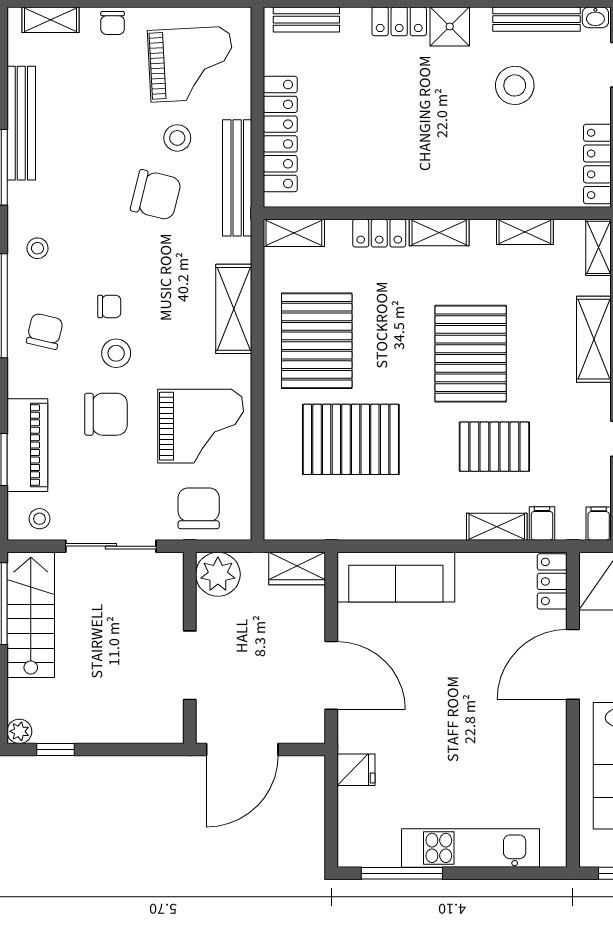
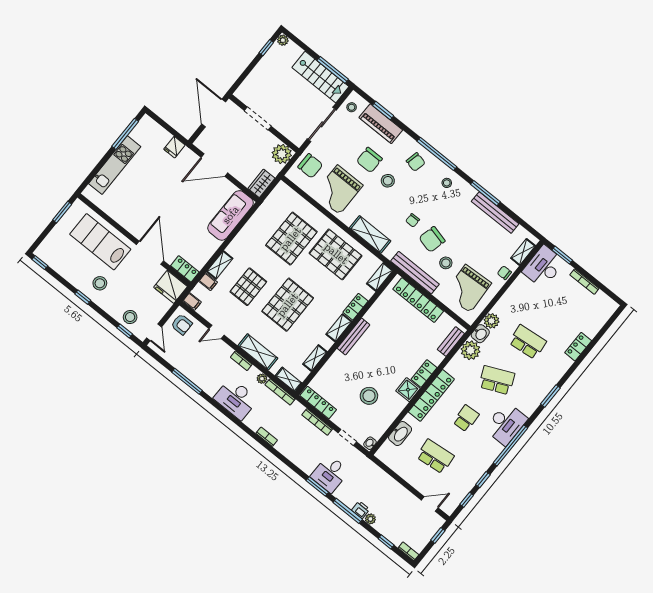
bench: (537, 19) -> (353, 337), moved
chair: (109, 306) -> (413, 220), moved
pallet: (471, 354) -> (288, 305), turned 90

